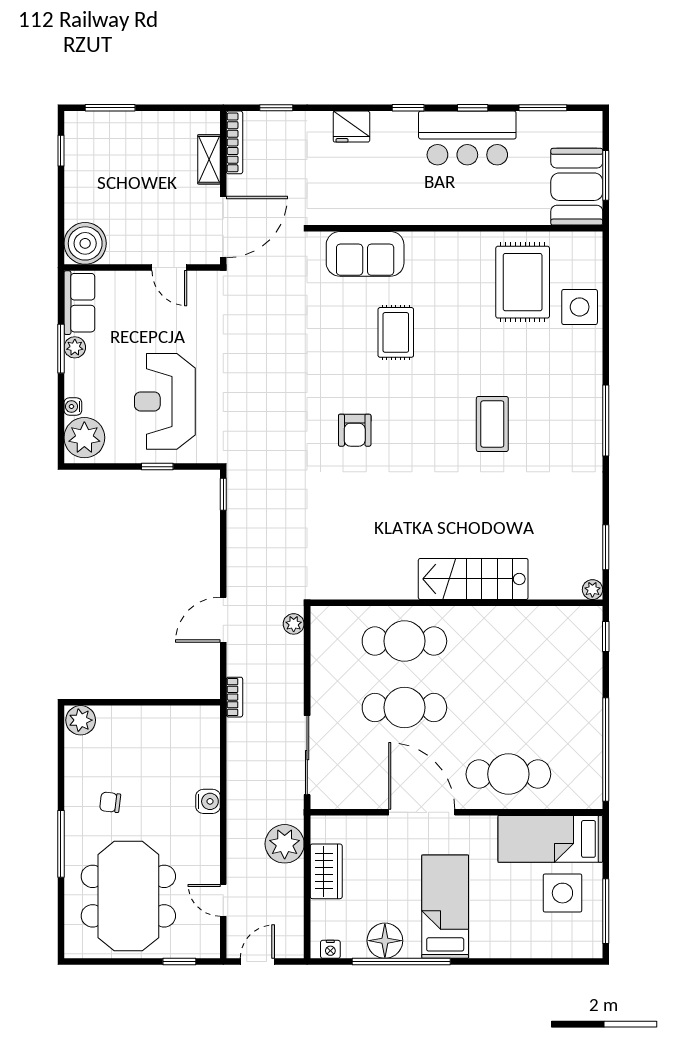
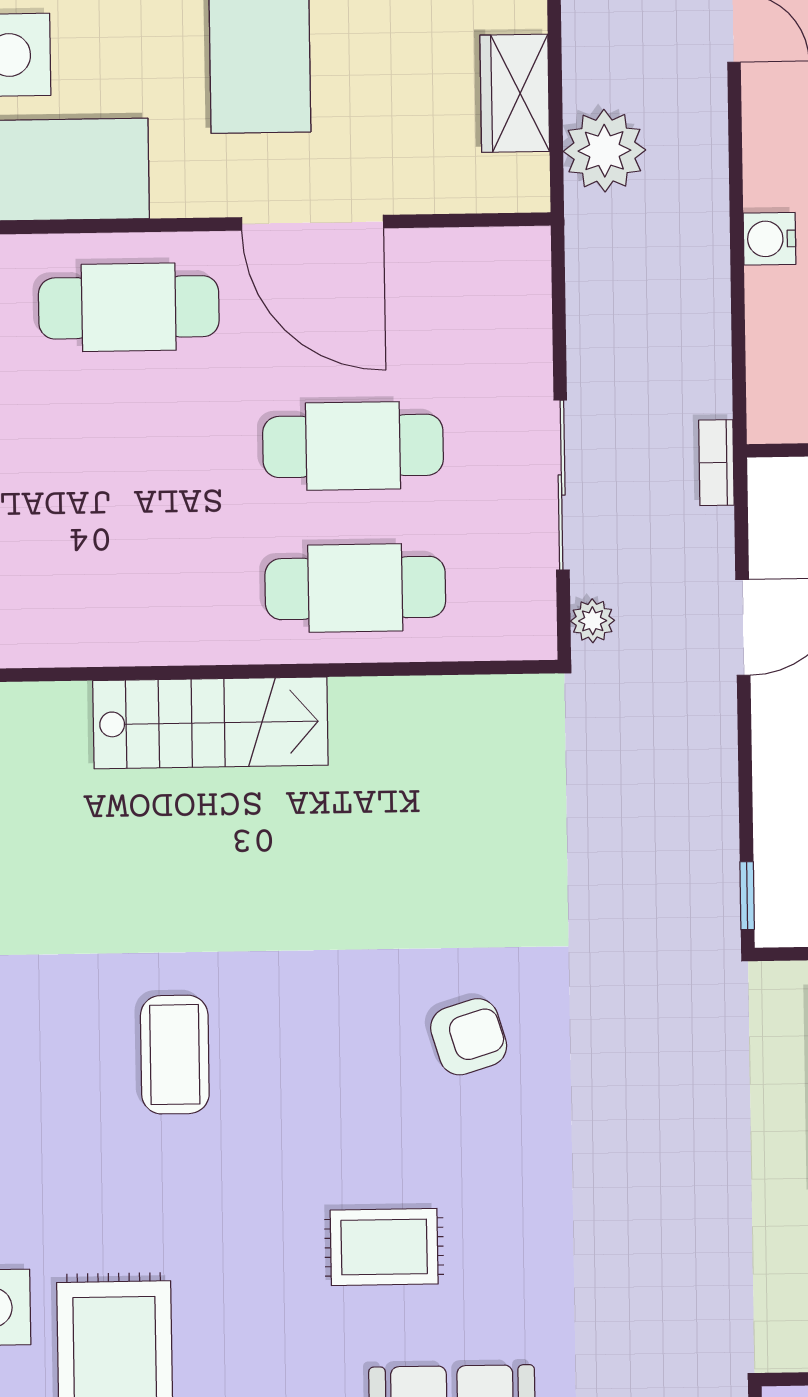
rug: (396, 332) -> (384, 1247), turned 90
armchair: (355, 430) -> (469, 1037), turned 73
sliding door: (307, 755) -> (562, 485), moved

